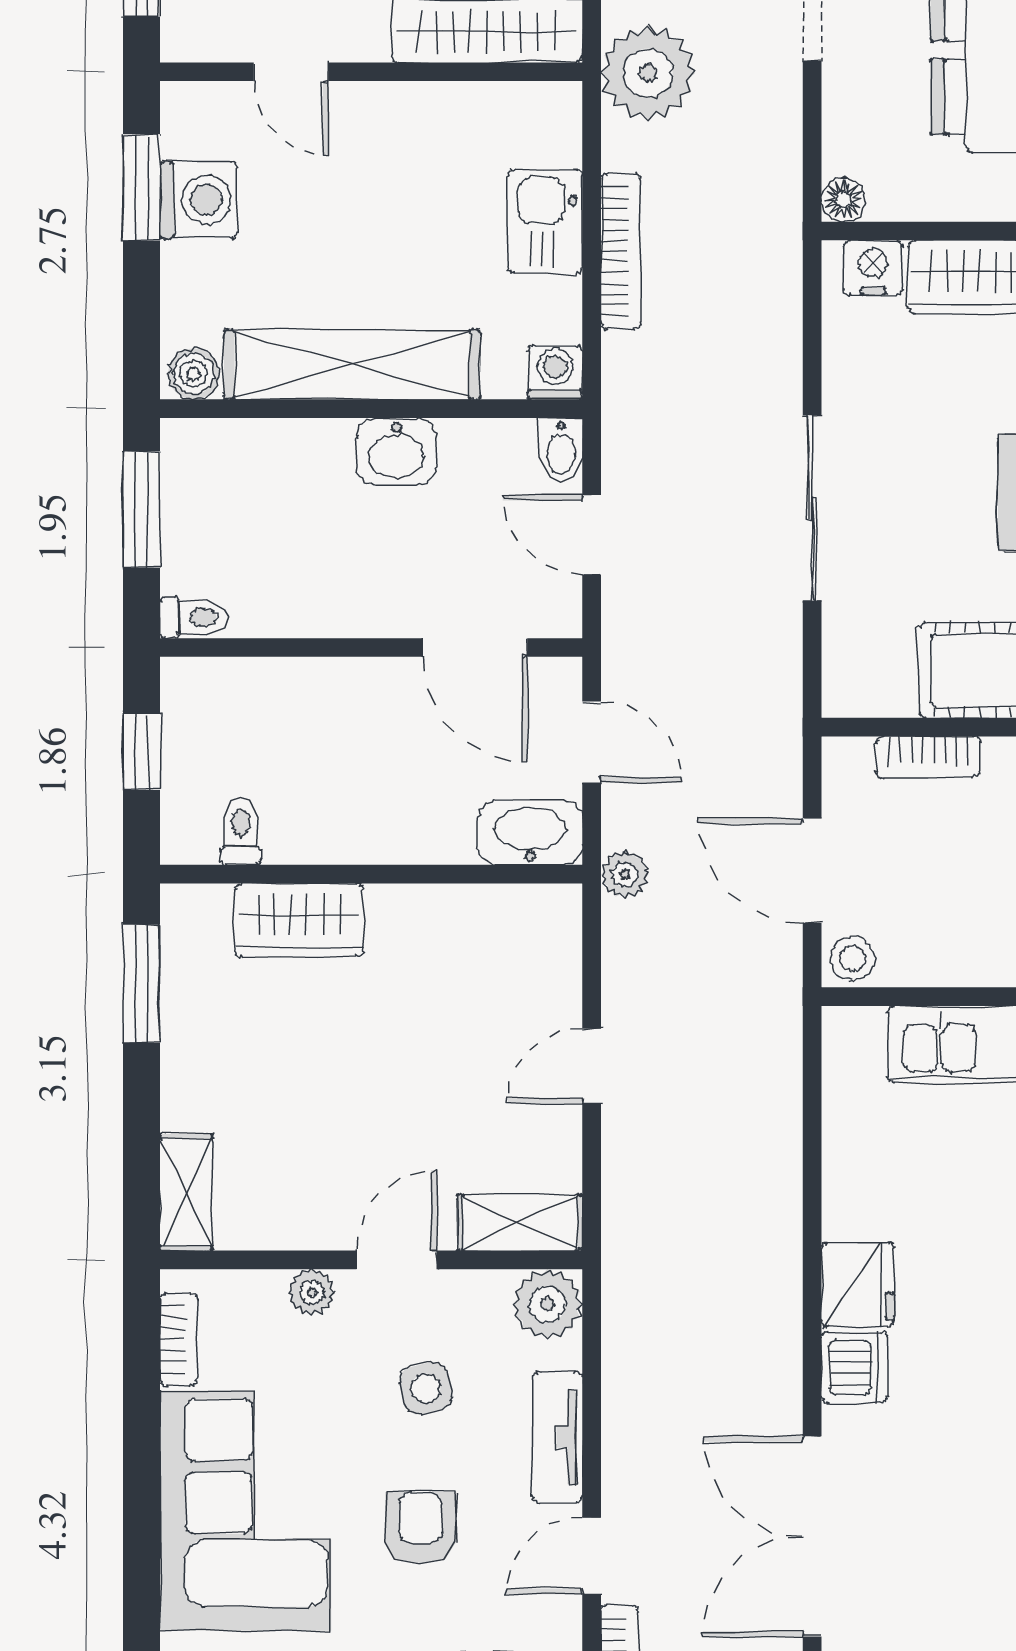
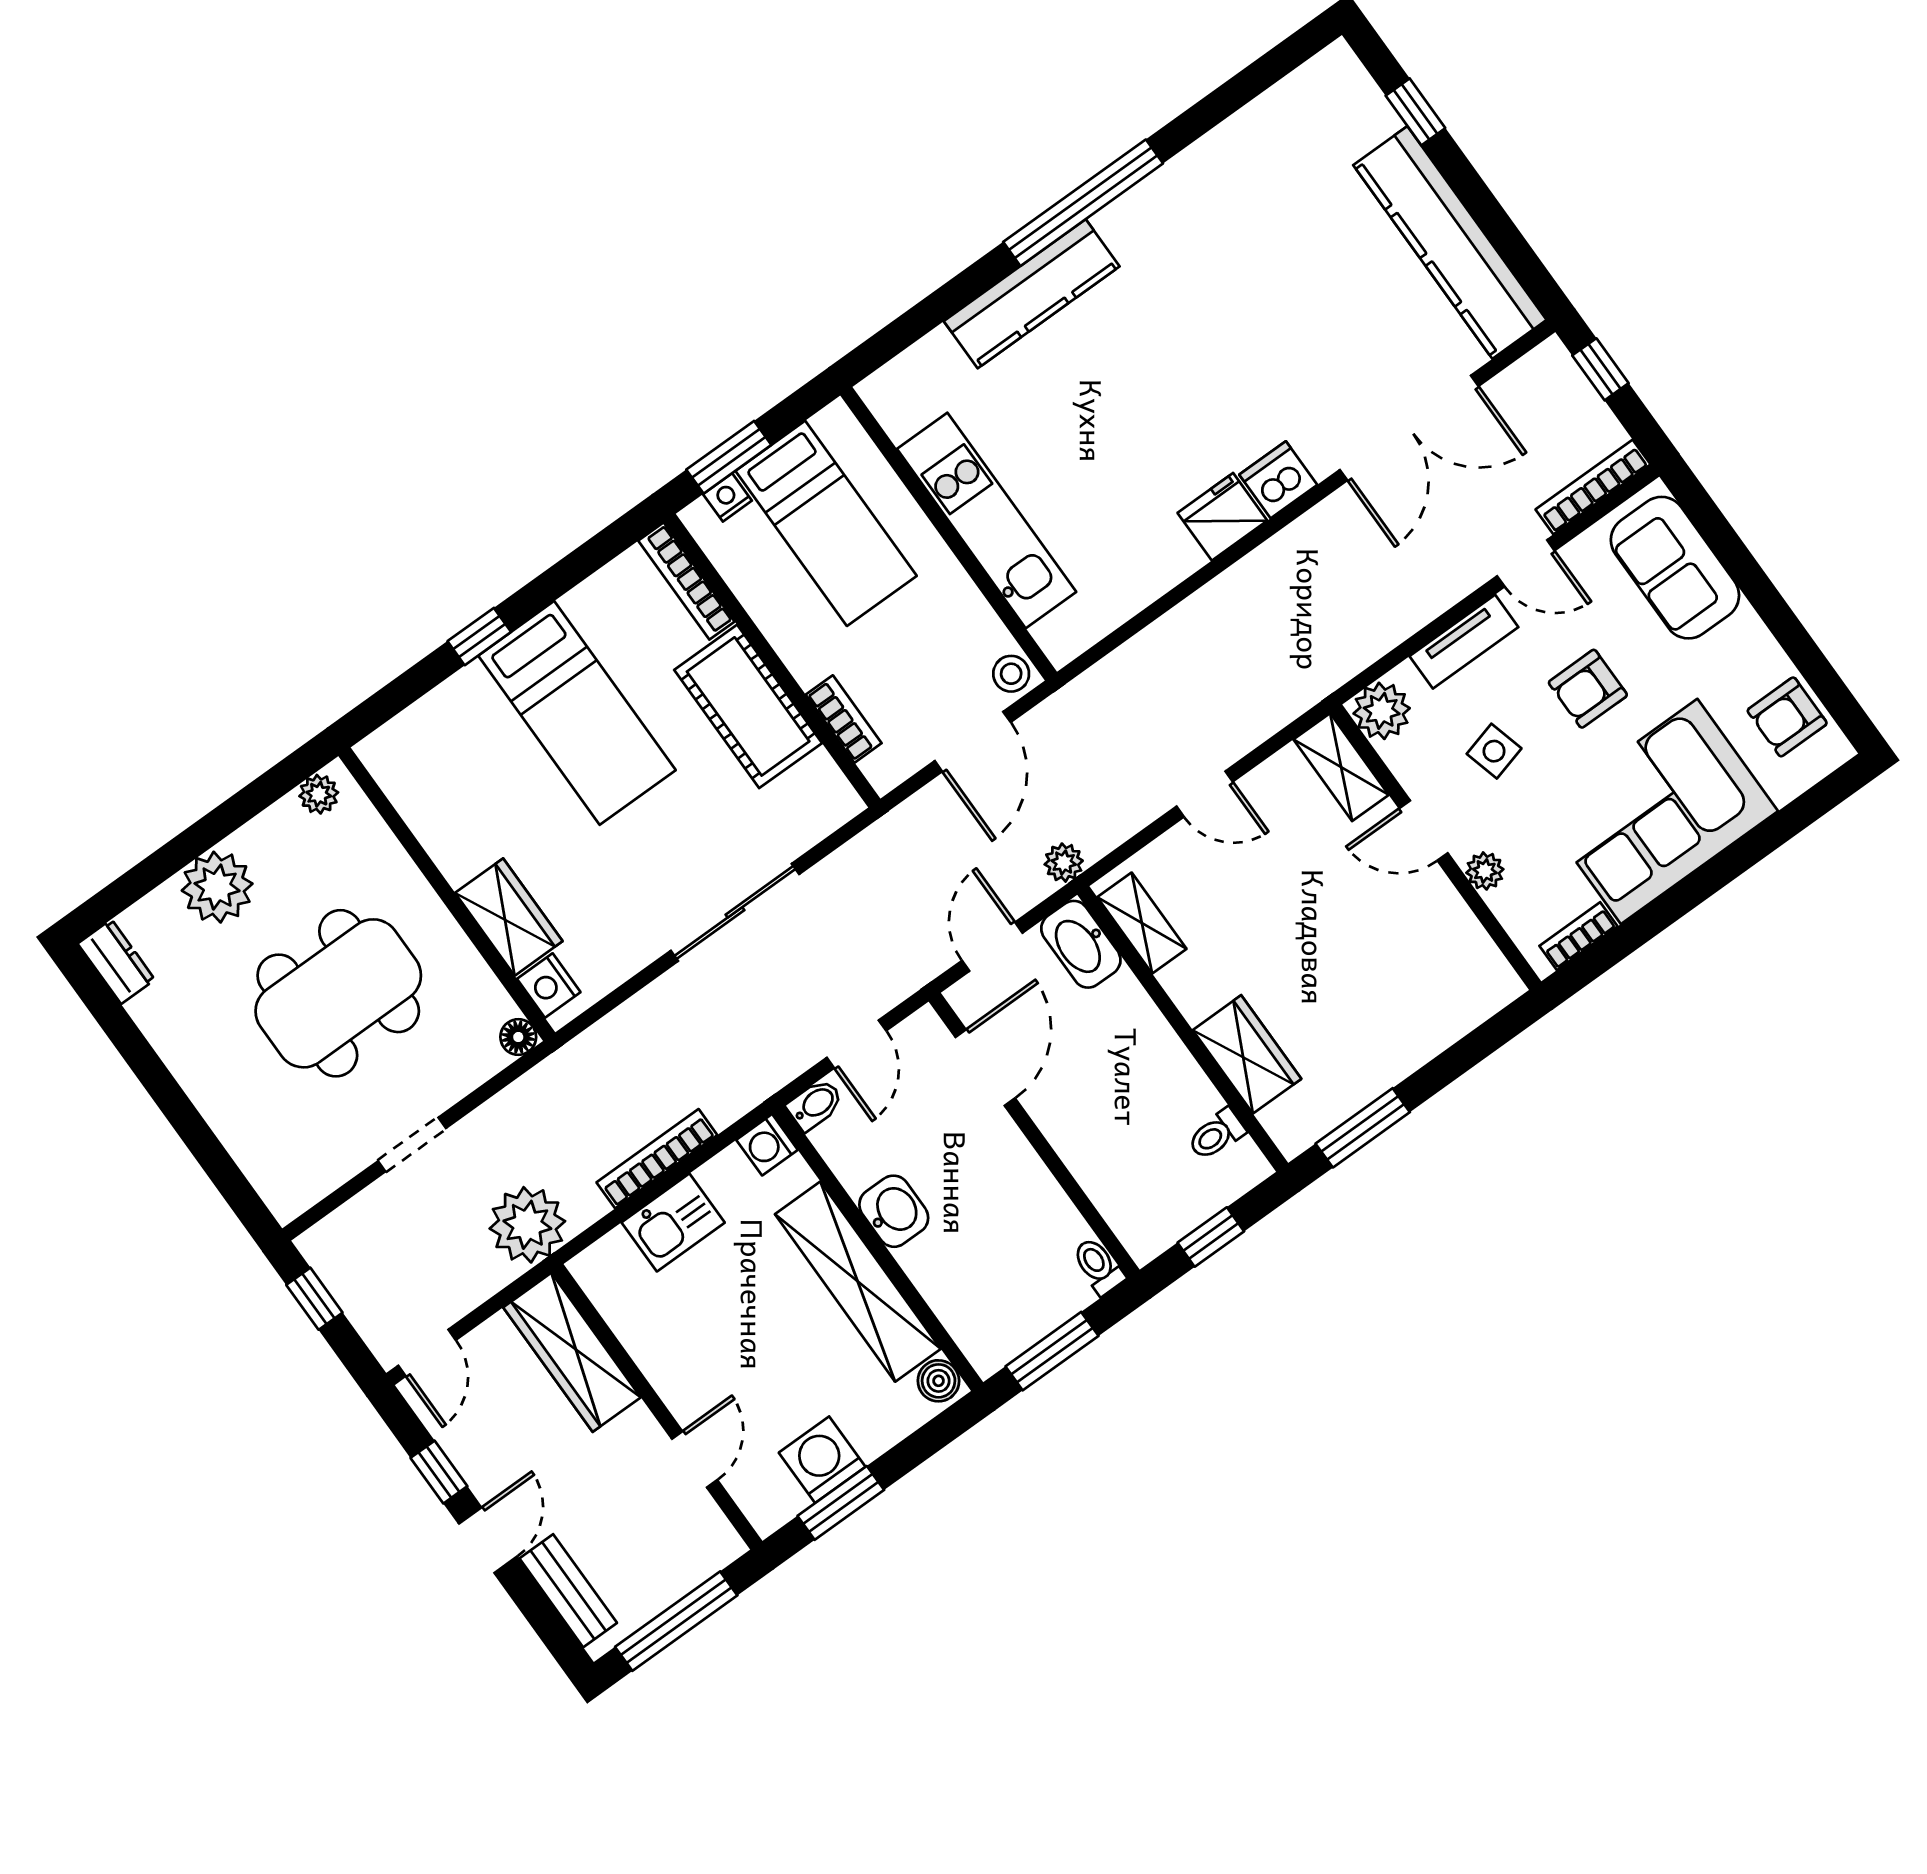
shelving: (186, 1192) -> (1142, 923), moved, turned 90

